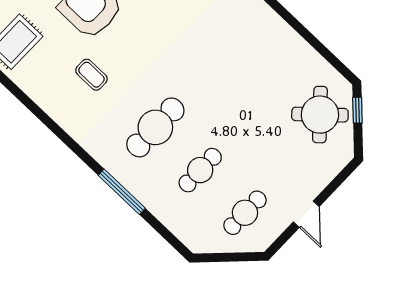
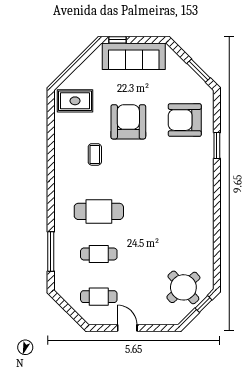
window: (122, 192) -> (51, 251), moved
door: (306, 214) -> (127, 328), swing flipped

